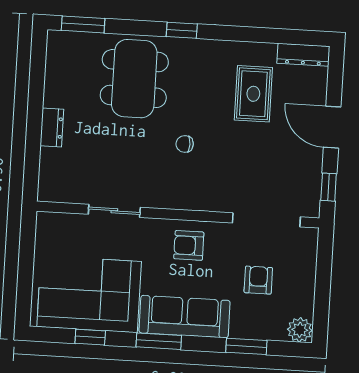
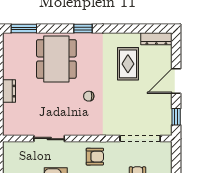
door: (332, 127) -> (176, 81), hinge flipped
armchair: (189, 245) -> (95, 157), turned 180

